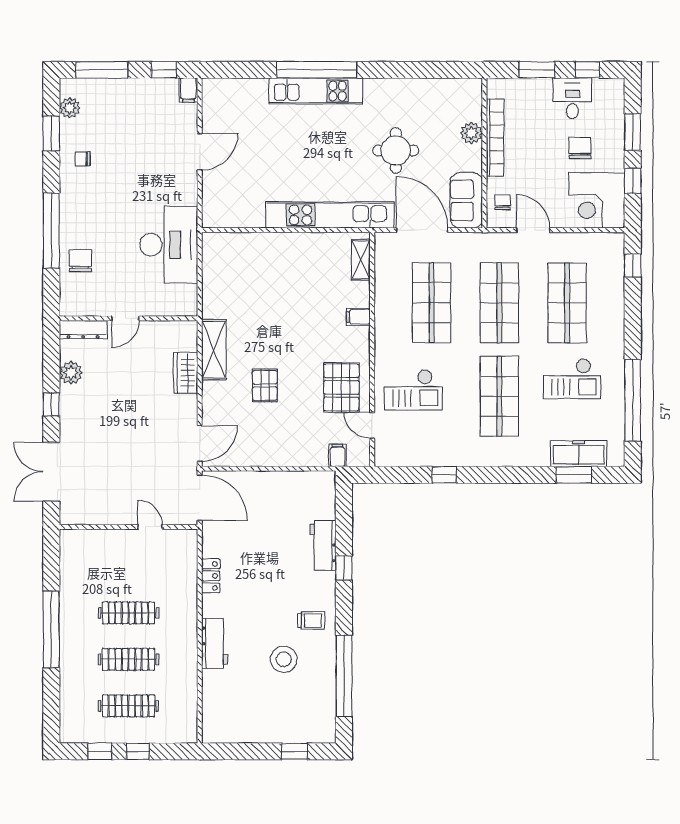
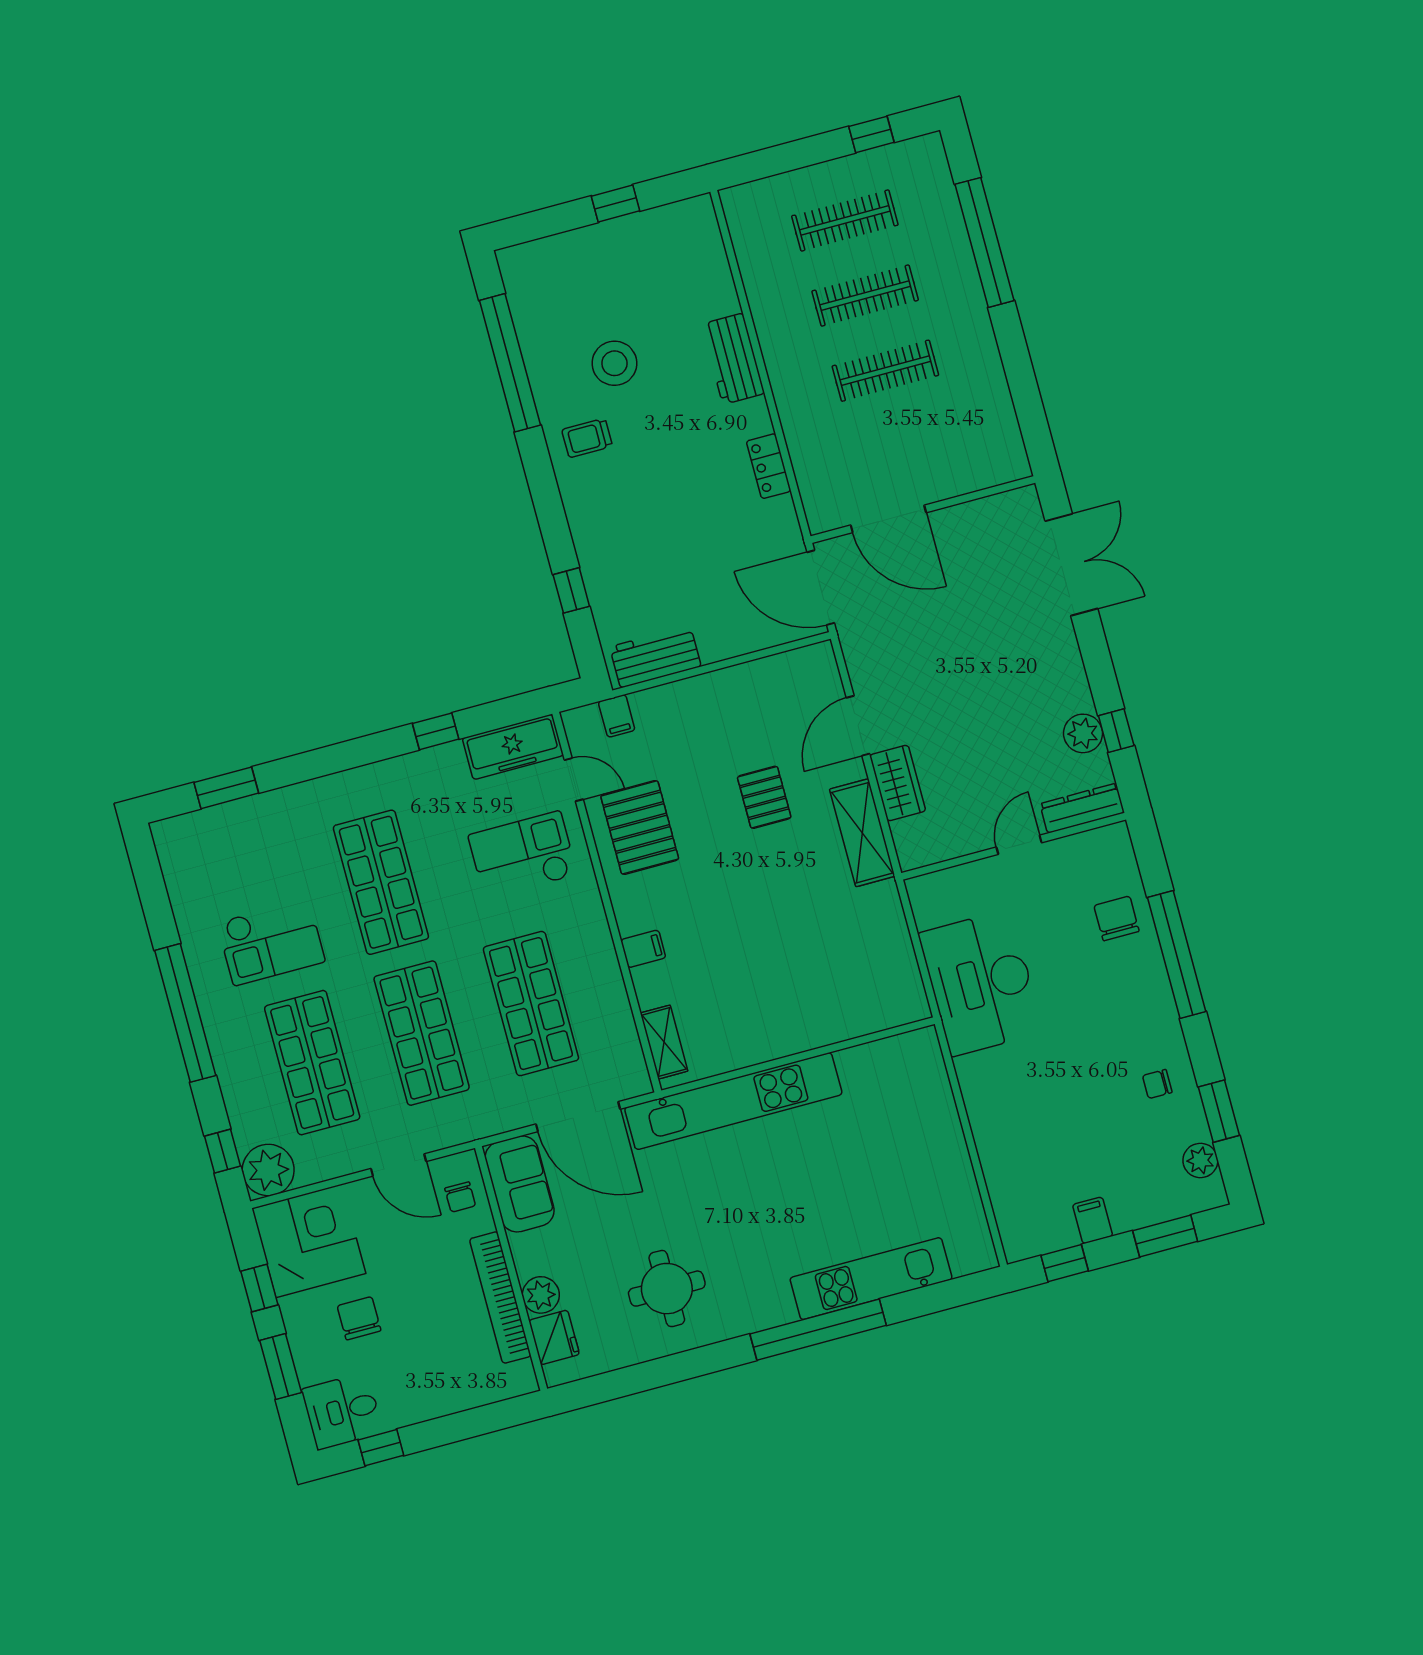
window: (102, 70) -> (1165, 1236), width x0.69
window: (537, 70) -> (462, 1426), removed
filing cabinet: (188, 90) -> (1093, 1220), moved
kitchen unit: (316, 91) -> (871, 1279), moved
desk: (572, 98) -> (342, 1411), moved, turned 90
fridge: (470, 106) -> (554, 1337), added
chair: (580, 148) -> (359, 1318), turned 180
round table: (396, 150) -> (667, 1289), moved
door: (200, 152) -> (971, 1146), removed
chair: (83, 159) -> (1157, 1084), turned 180
plant: (609, 248) -> (268, 1170), added
chair: (80, 261) -> (1116, 918), turned 180
checkout: (572, 379) -> (271, 942), turned 180
window: (633, 400) -> (185, 1013), moved
window: (51, 404) -> (1116, 731), moved
door: (200, 443) -> (858, 726), moved
freezer: (579, 454) -> (513, 747), moved
door: (150, 527) -> (888, 519), width x1.87
workbench: (323, 545) -> (655, 657), moved, turned -90
window: (344, 568) -> (571, 590), moved
window: (51, 629) -> (984, 242), moved
window: (138, 751) -> (810, 151), removed
window: (294, 751) -> (616, 203), moved

